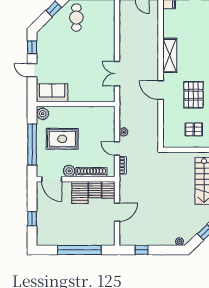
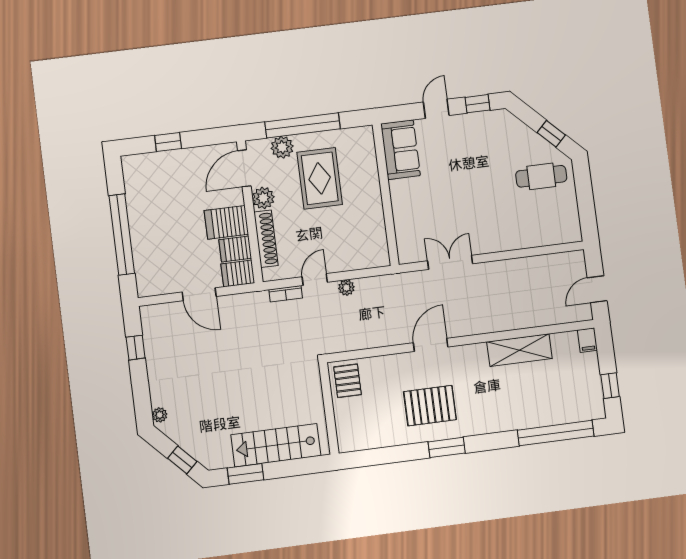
shelving: (170, 55) -> (520, 350), moved
plant: (43, 114) -> (282, 147), moved
pallet: (194, 129) -> (348, 381), moved

